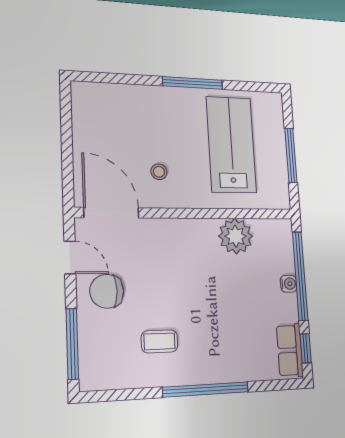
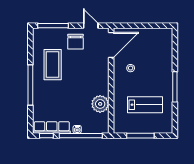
lab bench: (231, 145) -> (145, 105), width x0.73, depth x0.72
door: (70, 257) -> (91, 26), swing flipped
chair: (107, 291) -> (76, 42), turned 180
coffee table: (159, 341) -> (53, 65), width x1.86, depth x1.72
row of seats: (290, 350) -> (52, 127), width x1.48

